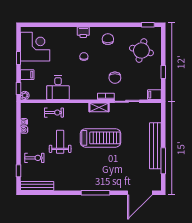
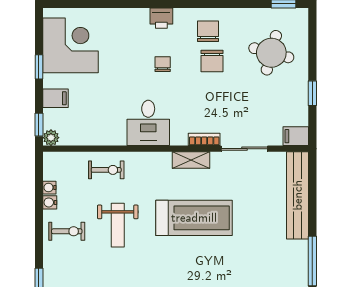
chair: (115, 78) -> (212, 61), moved
desk: (58, 88) -> (148, 123), moved
weight bench: (60, 142) -> (118, 225), turned 180
bench: (155, 146) -> (298, 195), moved
exercise bike: (34, 158) -> (67, 231), moved

